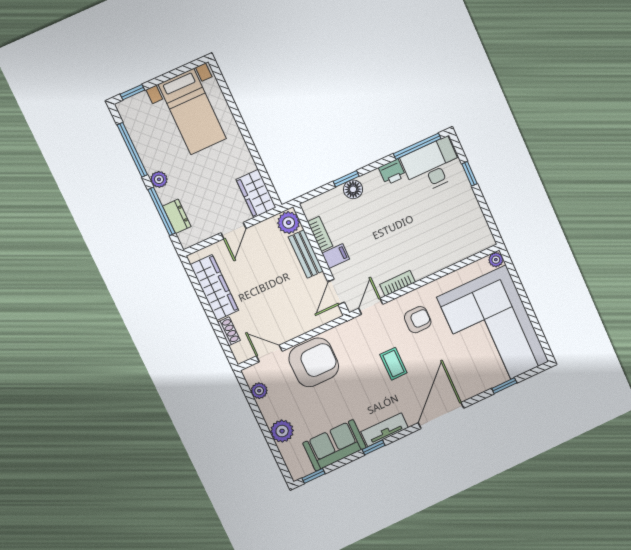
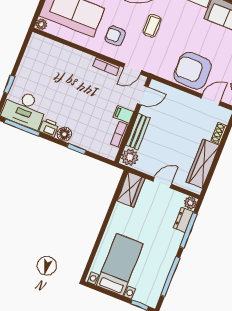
plant: (159, 179) -> (190, 203), moved
floor lamp: (353, 189) -> (64, 134), moved
door: (269, 354) -> (211, 100), swing flipped

